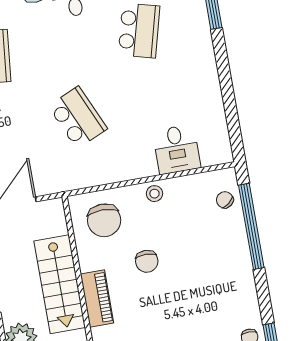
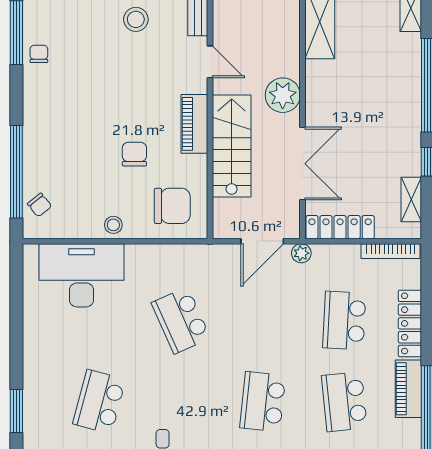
desk: (177, 149) -> (81, 275), width x1.87, depth x1.30
chair: (104, 220) -> (172, 206), turned 90

